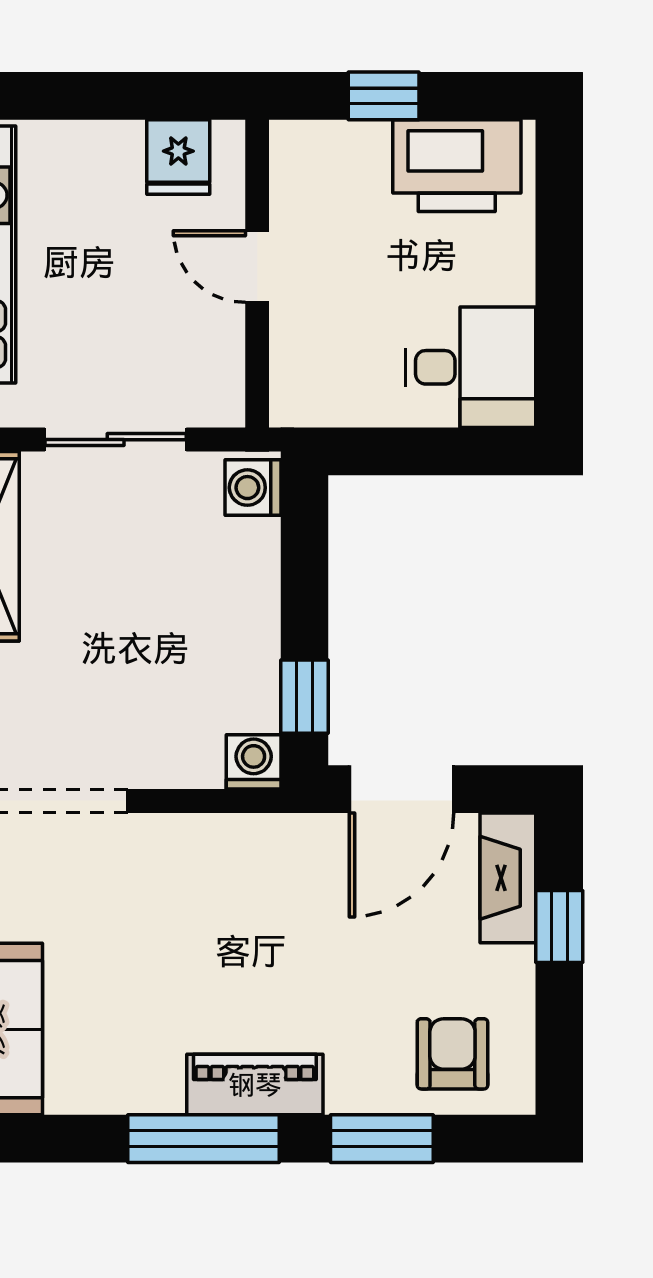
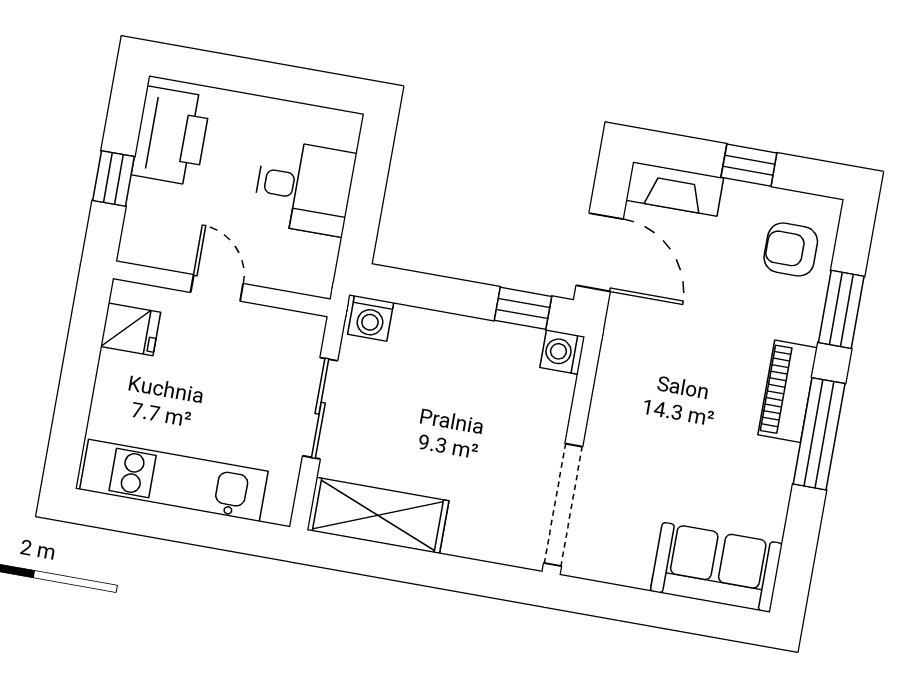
door: (257, 267) -> (217, 288), swing flipped
desk: (470, 367) -> (304, 187), moved, turned 90
window: (559, 926) -> (749, 165), moved

